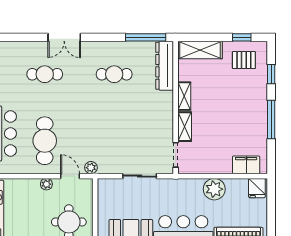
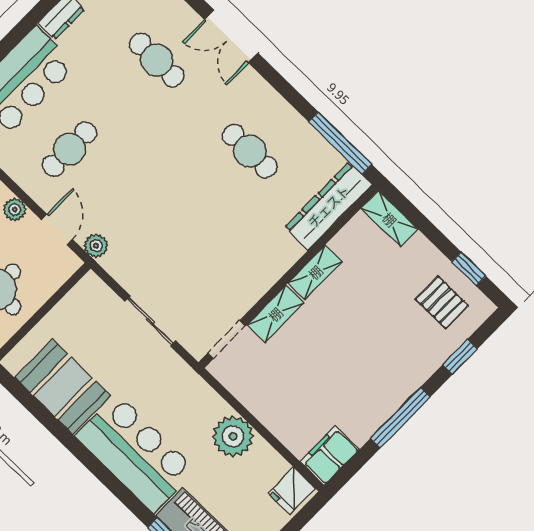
shelving: (200, 50) -> (390, 219), width x0.67, depth x0.75
cafe table: (45, 141) -> (69, 149), width x0.73, depth x0.74
filing cabinet: (246, 165) -> (330, 456), moved, turned -90

